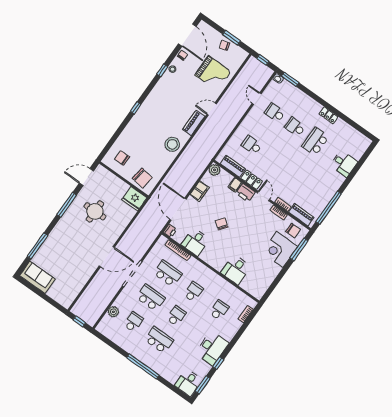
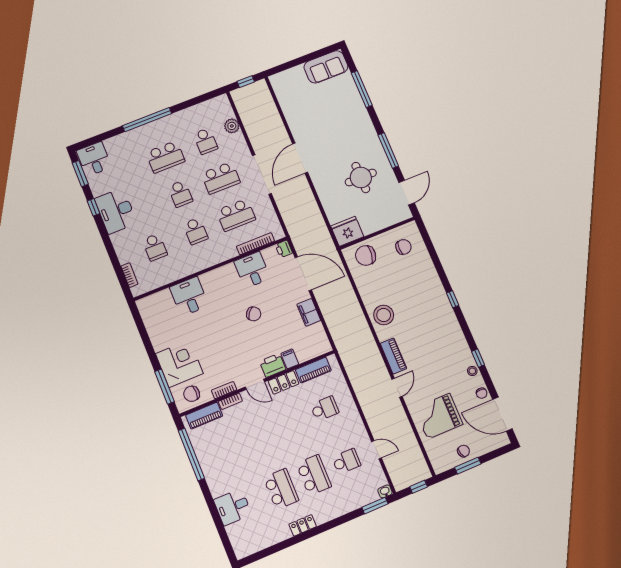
school desk: (295, 127) -> (314, 475), width x1.85
plant: (215, 170) -> (323, 346), removed

